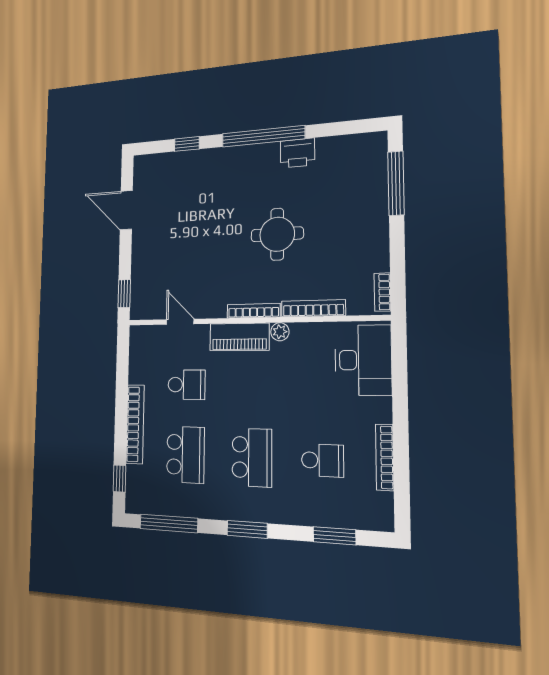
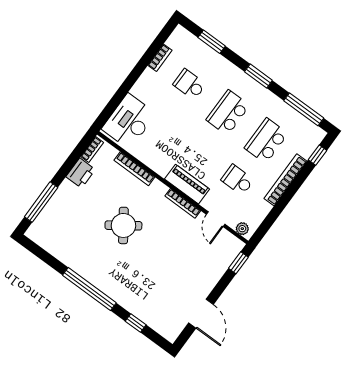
printer: (297, 153) -> (81, 173), moved, turned 90
round table: (277, 234) -> (123, 225), turned -35
bookcase: (253, 311) -> (183, 203), moved
plant: (280, 332) -> (242, 229), moved
bookcase: (385, 457) -> (160, 58), width x0.64

